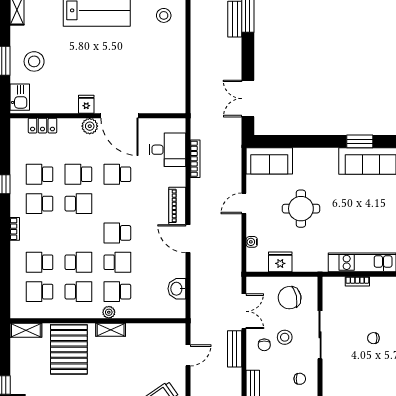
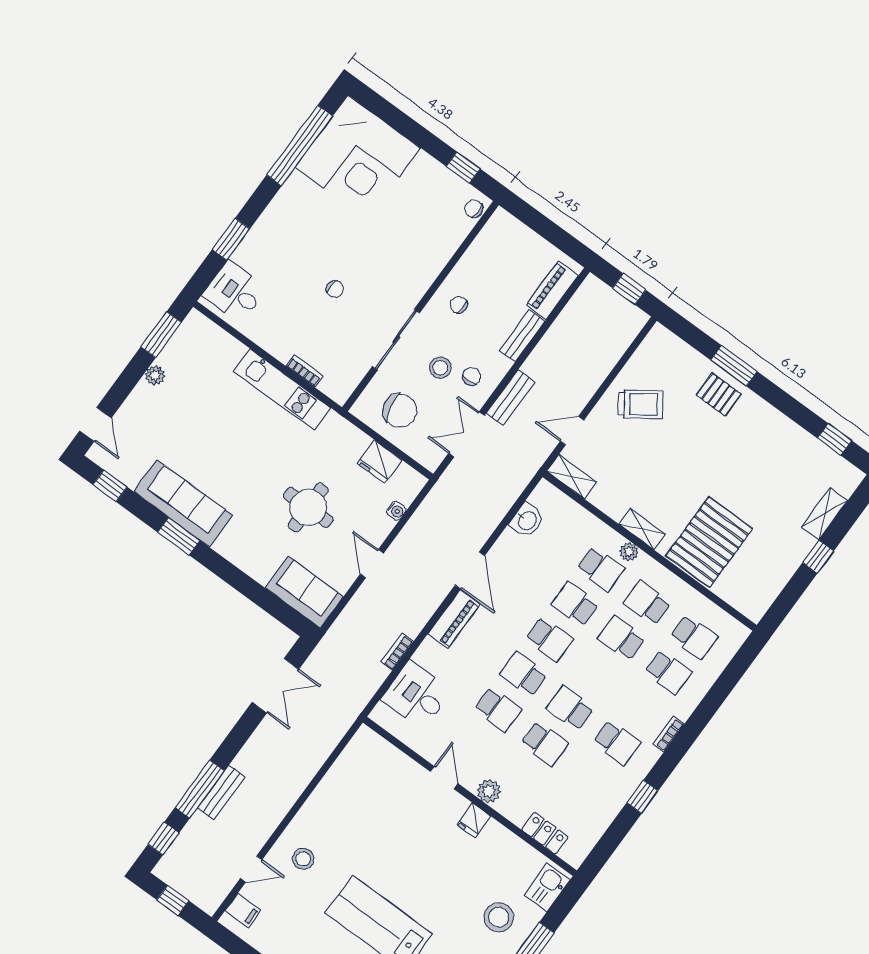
door: (119, 116) -> (444, 778), width x0.53
bookcase: (195, 159) -> (397, 652), width x0.64
school desk: (40, 174) -> (524, 674), moved, turned 180
door: (244, 203) -> (372, 564), swing flipped
shelving: (26, 330) -> (572, 477), moved

